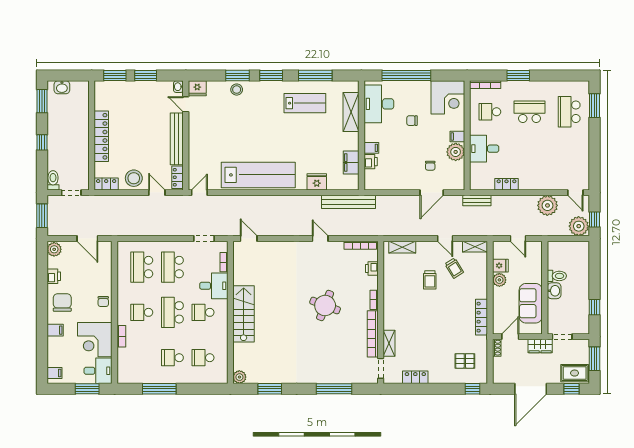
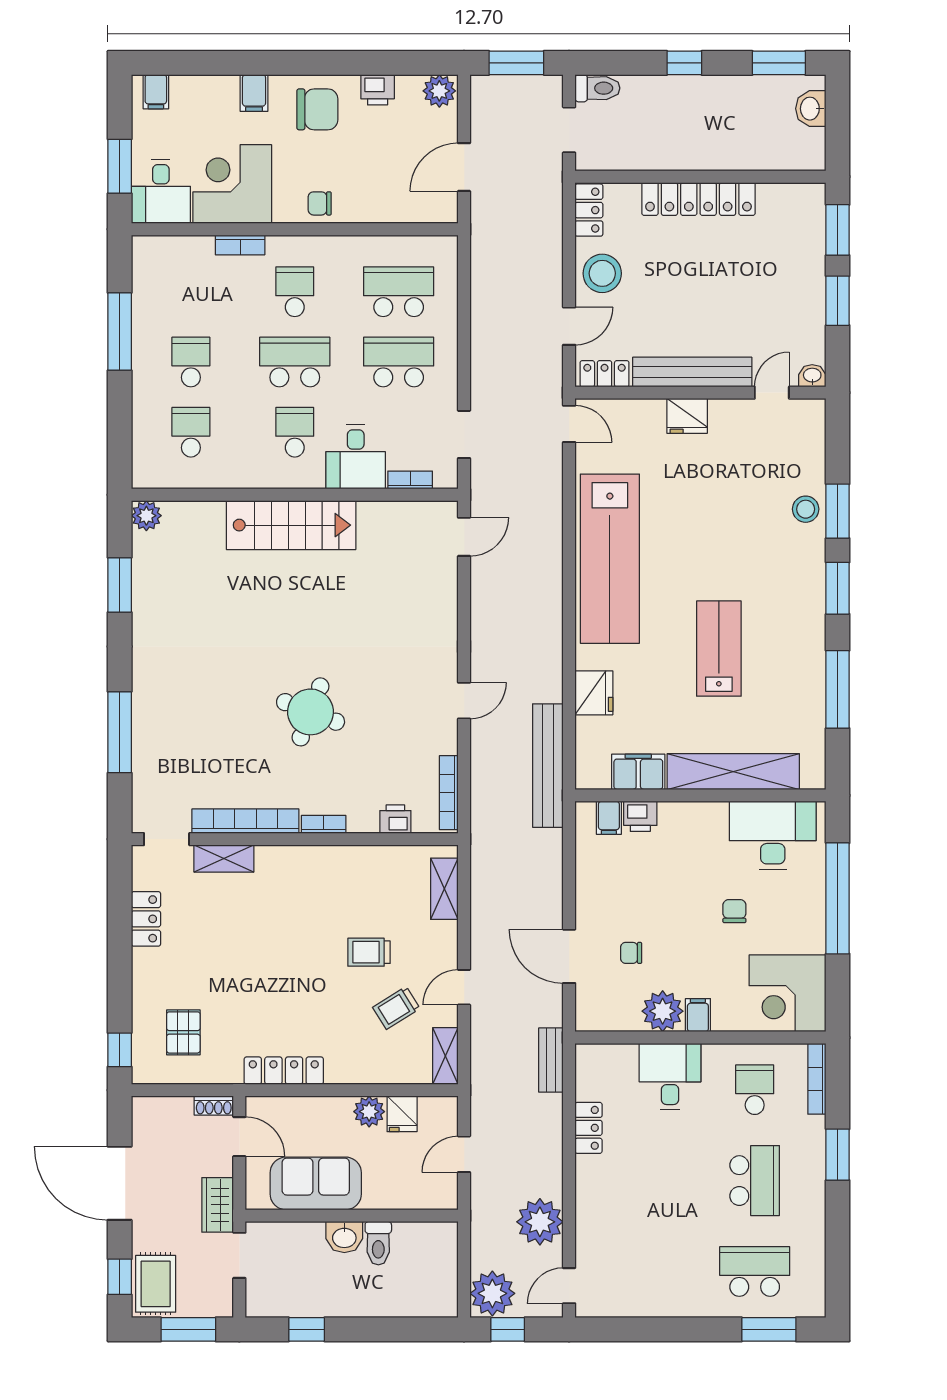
fridge: (197, 88) -> (687, 416), moved, turned -90
lab bench: (305, 103) -> (719, 649), moved, turned 180
shelving: (351, 112) -> (733, 772), width x1.47
filing cabinet: (371, 148) -> (609, 818), moved

